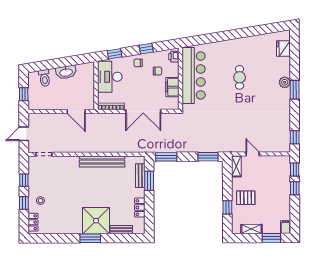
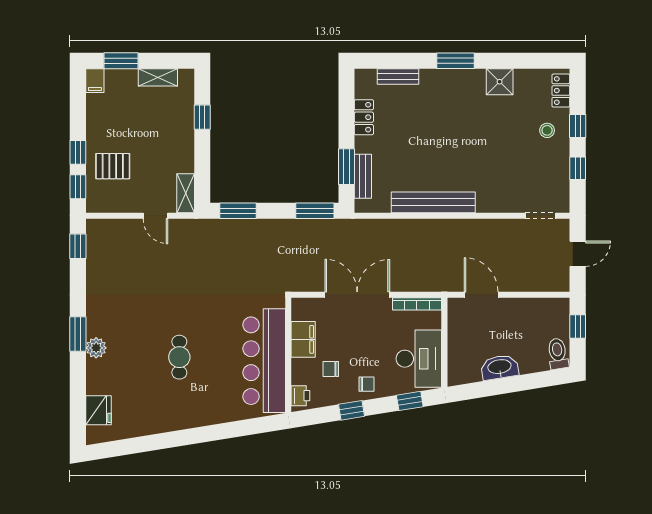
toilet: (44, 78) -> (558, 354), moved
pallet: (246, 198) -> (113, 166), moved
shower: (96, 221) -> (500, 82), moved, width x0.54, depth x0.54

